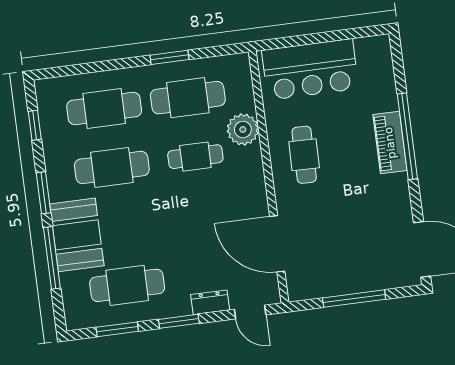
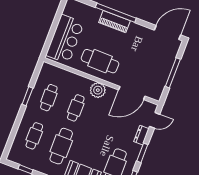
cafe table: (188, 98) -> (49, 98), width x0.73, depth x0.74
cafe table: (104, 108) -> (34, 136), width x0.73, depth x0.74
plant: (243, 129) -> (98, 90), moved
cafe table: (304, 155) -> (100, 61), width x1.37, depth x1.35

